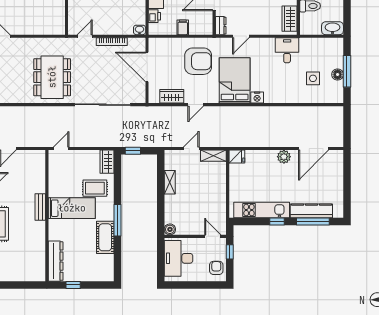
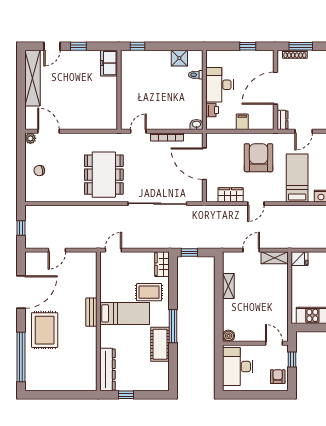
armchair: (198, 61) -> (258, 158), turned -90
bed: (235, 80) -> (297, 178), width x0.67

